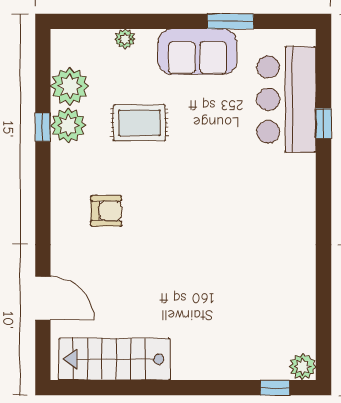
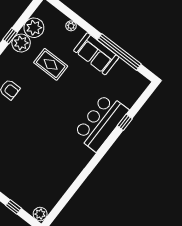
window: (230, 21) -> (119, 52), width x2.11
bar counter: (286, 99) -> (101, 122), moved
window: (275, 388) -> (13, 207), moved

